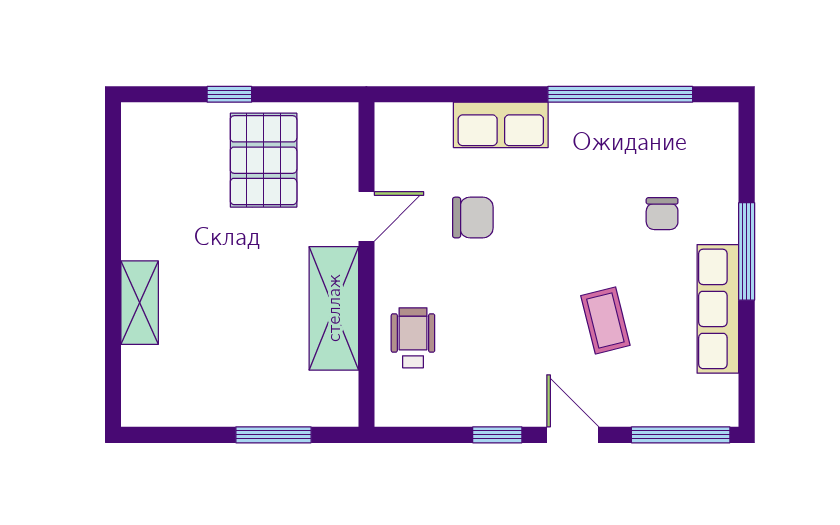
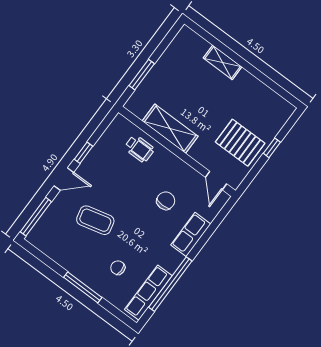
door: (366, 216) -> (216, 180), moved
chair: (473, 218) -> (166, 201), turned 180
row of seats: (718, 309) -> (148, 293), moved, turned -90
coffee table: (605, 320) -> (95, 220), width x1.36, depth x1.30

